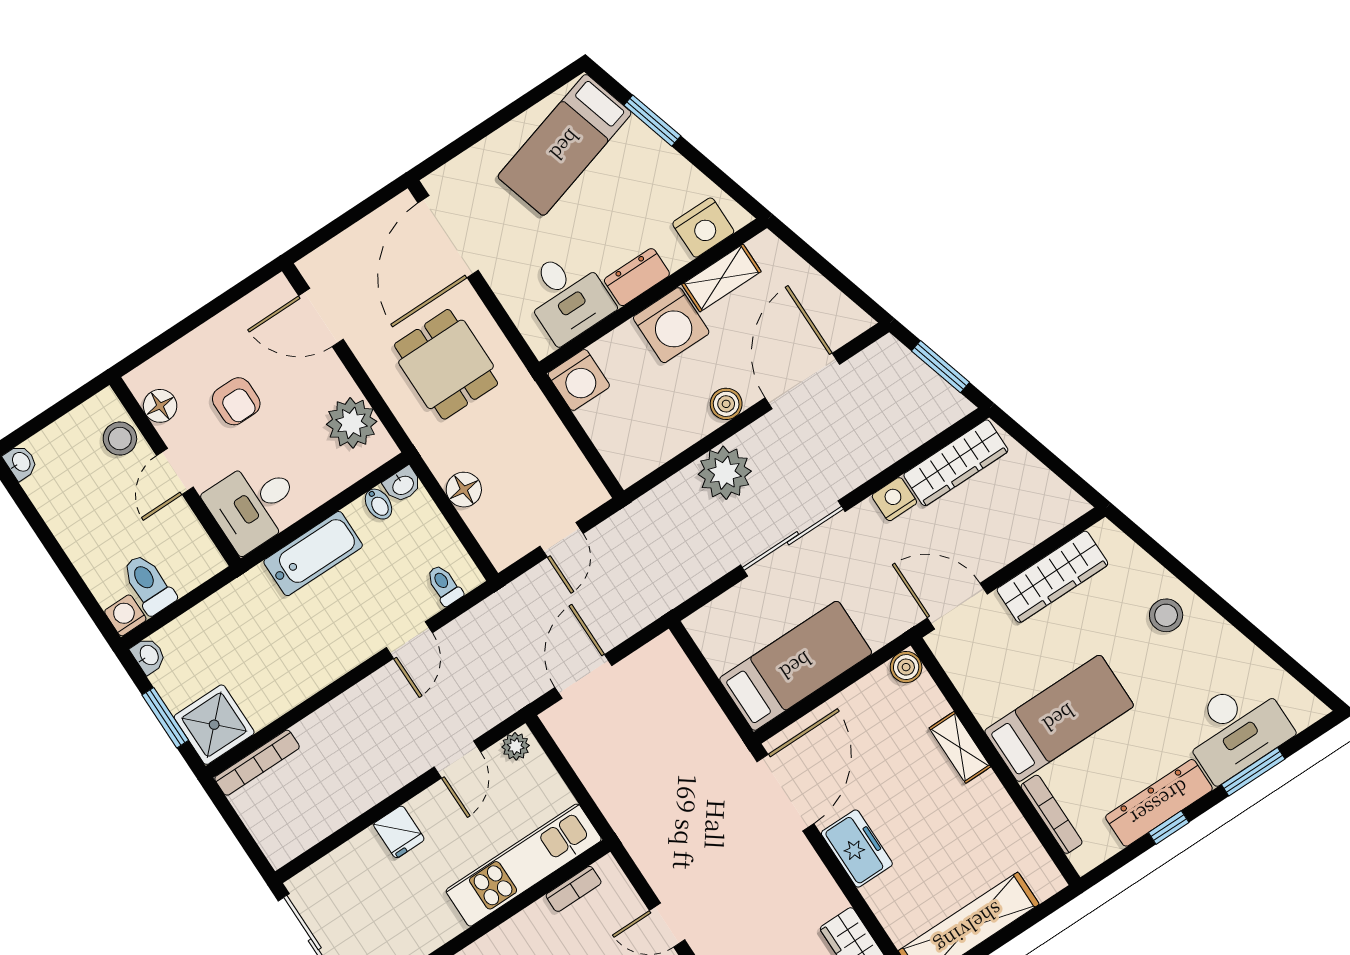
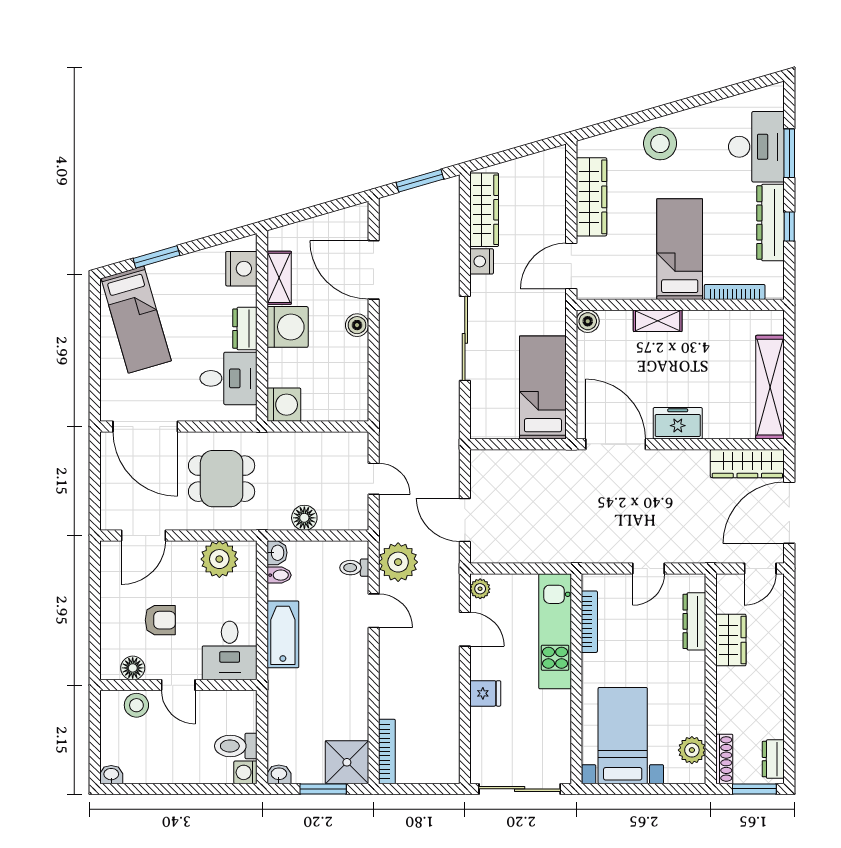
plant: (725, 473) -> (398, 562), moved
stool: (1166, 615) -> (660, 144), width x1.38, depth x1.38
bookcase: (574, 889) -> (589, 622), width x1.56

